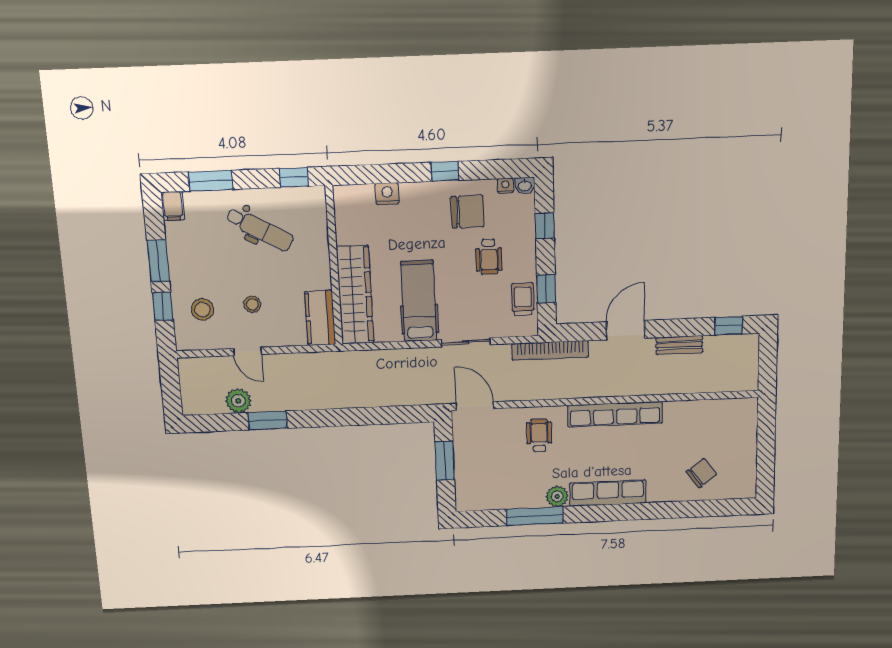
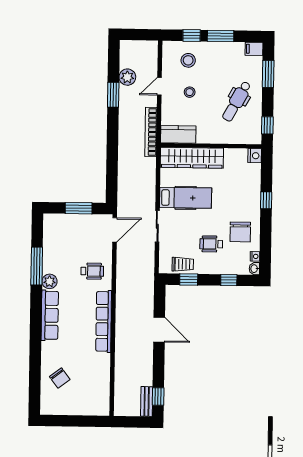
window: (445, 171) -> (266, 200), moved
nightstand: (387, 194) -> (255, 156), moved
bench: (679, 345) -> (147, 401), moved
bookcase: (550, 350) -> (151, 132), moved

